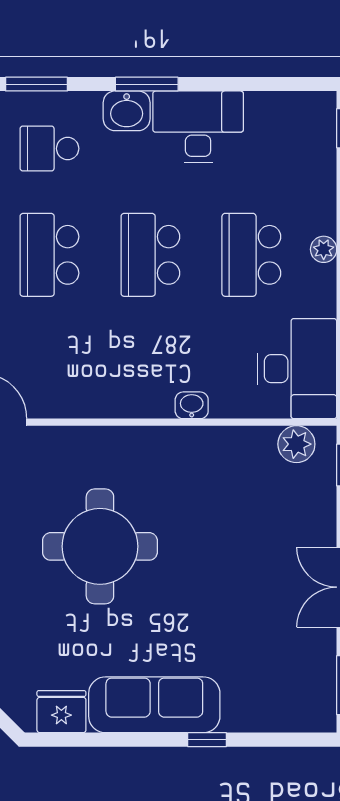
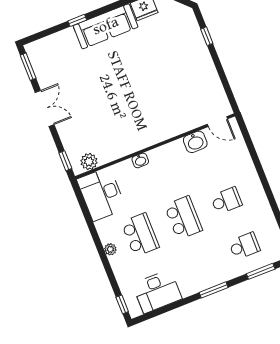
washbasin: (127, 111) -> (195, 142), moved, turned 180
desk: (198, 127) -> (157, 291), moved
school desk: (49, 255) -> (226, 201), width x0.54
round table: (100, 546) -> (156, 85), removed

